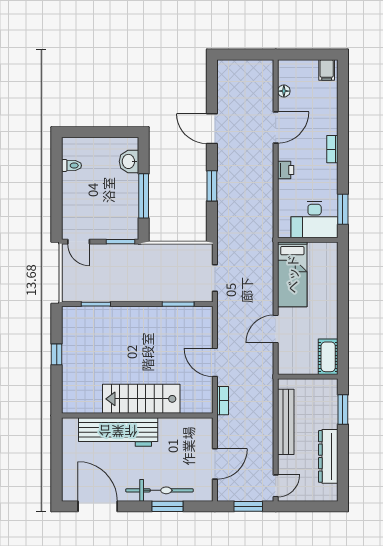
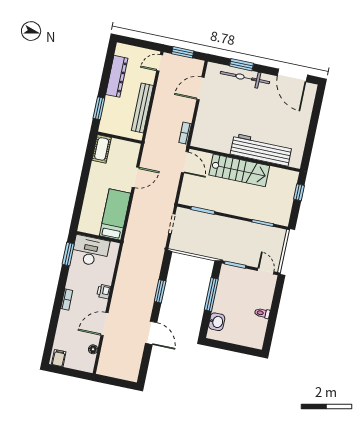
toilet: (71, 165) -> (262, 313), moved
stairs: (141, 399) -> (239, 170), moved
wall: (137, 415) -> (245, 159), moved
workbench: (118, 432) -> (261, 150), moved

